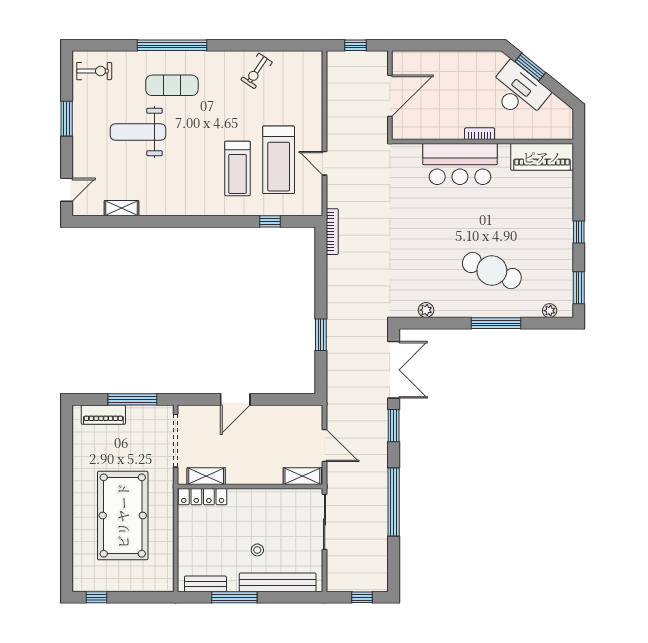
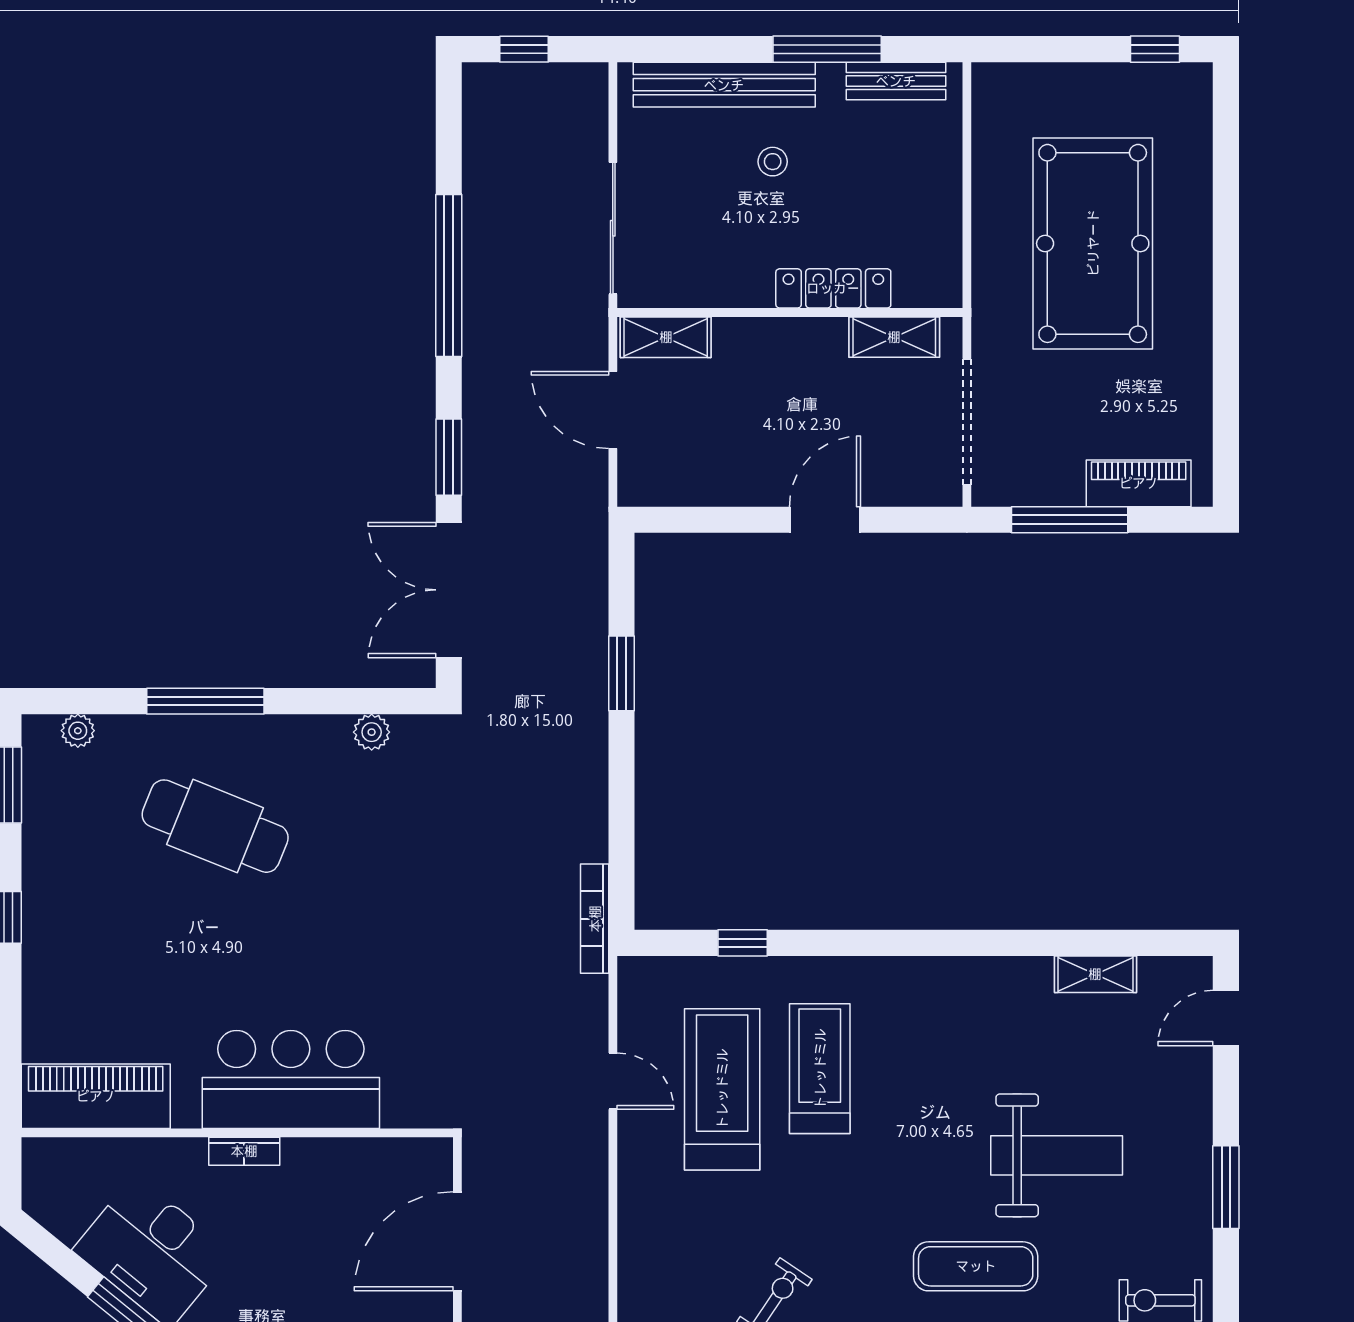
locker: (203, 497) -> (833, 288), moved

